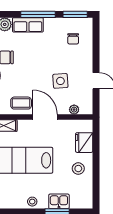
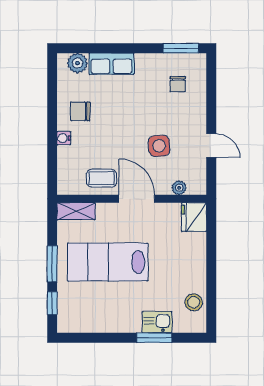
window: (38, 14) -> (126, 48), removed
fridge: (84, 143) -> (194, 217), moved
stool: (78, 169) -> (194, 302), moved
stool: (32, 202) -> (118, 323), removed

